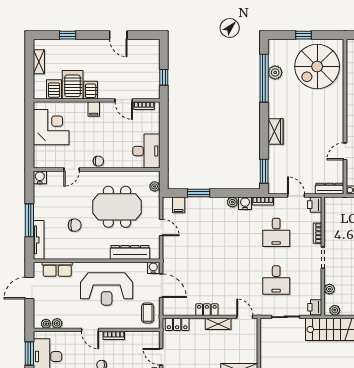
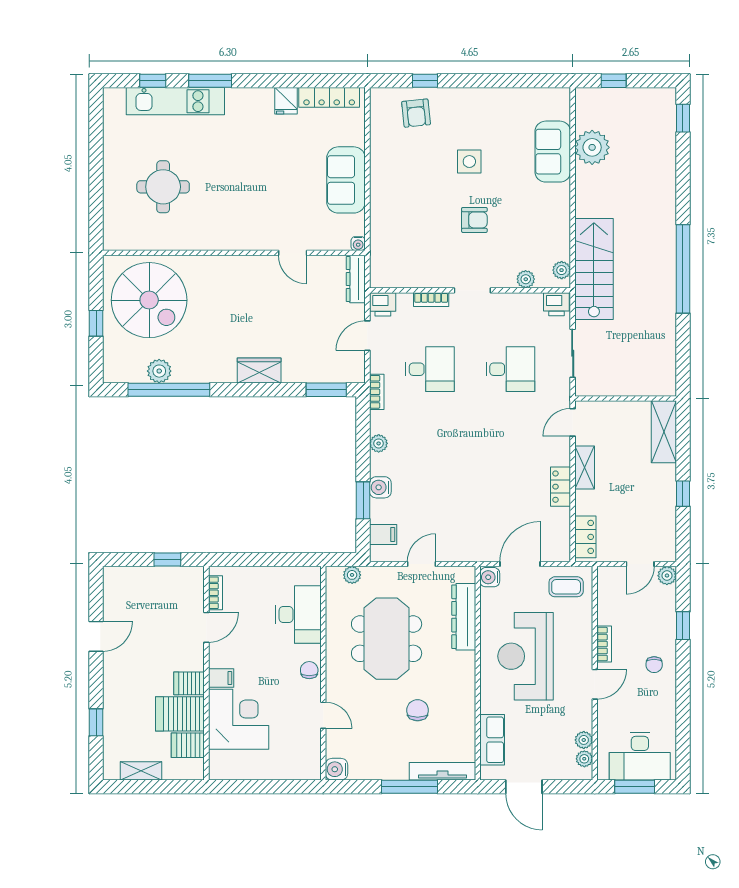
corner desk: (51, 127) -> (239, 719), moved, turned 90
desk: (146, 151) -> (298, 615), moved, turned 90
water cooler: (245, 203) -> (380, 487), moved
reception desk: (107, 289) -> (526, 656), turned 180

